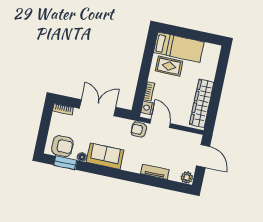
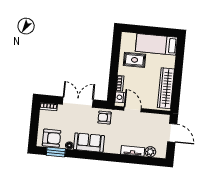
bed: (179, 47) -> (156, 44), moved, turned 180
armchair: (139, 130) -> (105, 118), moved
plant: (187, 177) -> (150, 152), moved

